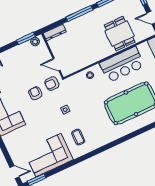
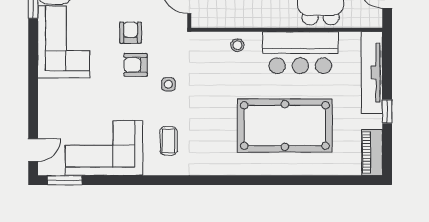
armchair: (52, 84) -> (136, 65), moved
door: (15, 172) -> (33, 150), hinge flipped

